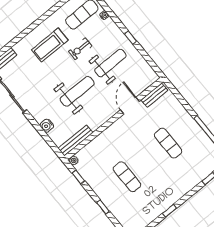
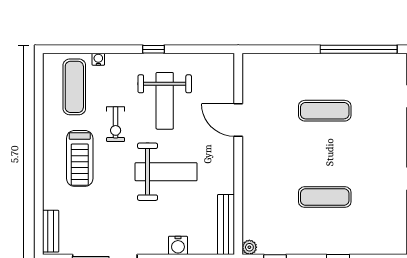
weight bench: (110, 63) -> (165, 101), turned 180
weight bench: (77, 91) -> (166, 172), turned 90
bench: (154, 95) -> (250, 78), removed

